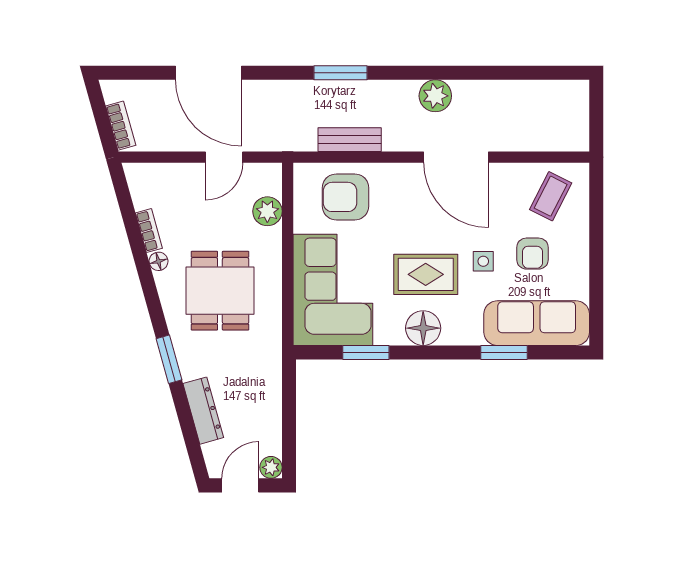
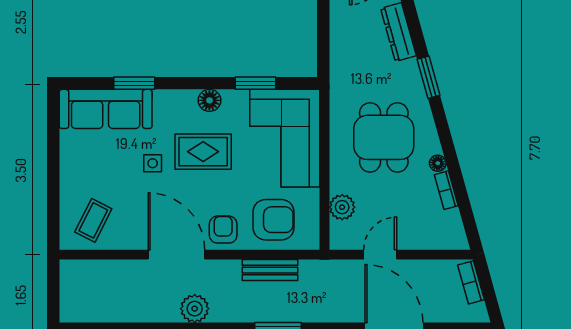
armchair: (532, 254) -> (223, 230), moved
floor lamp: (423, 328) -> (209, 100), width x0.73, depth x0.73

